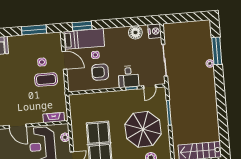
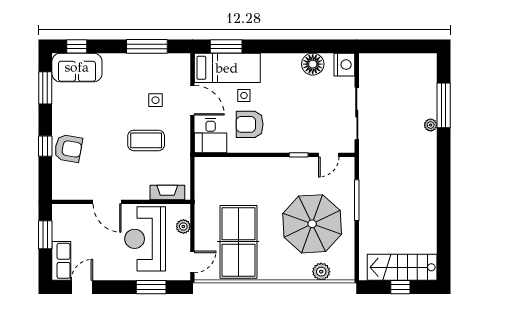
desk: (128, 77) -> (211, 136), moved
coffee table: (46, 80) -> (146, 140), moved

